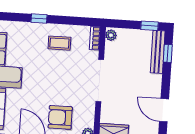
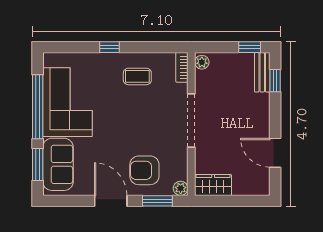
bench: (158, 52) -> (262, 72), width x0.73

